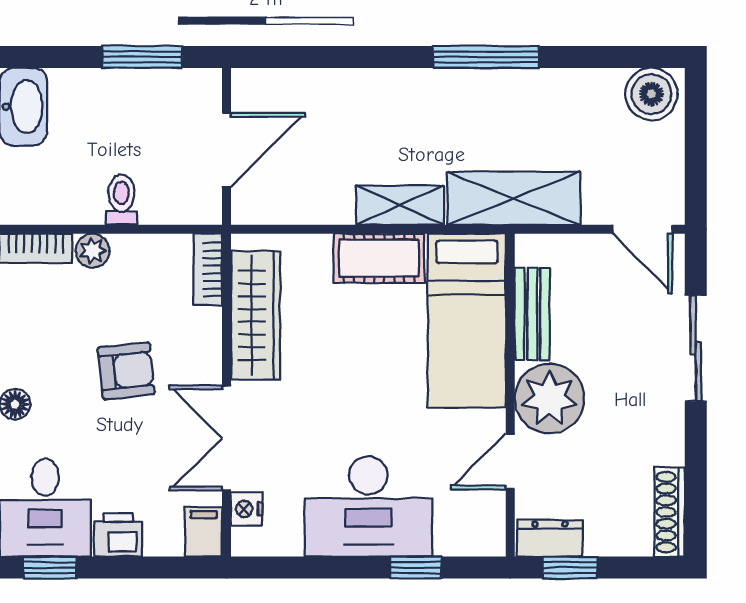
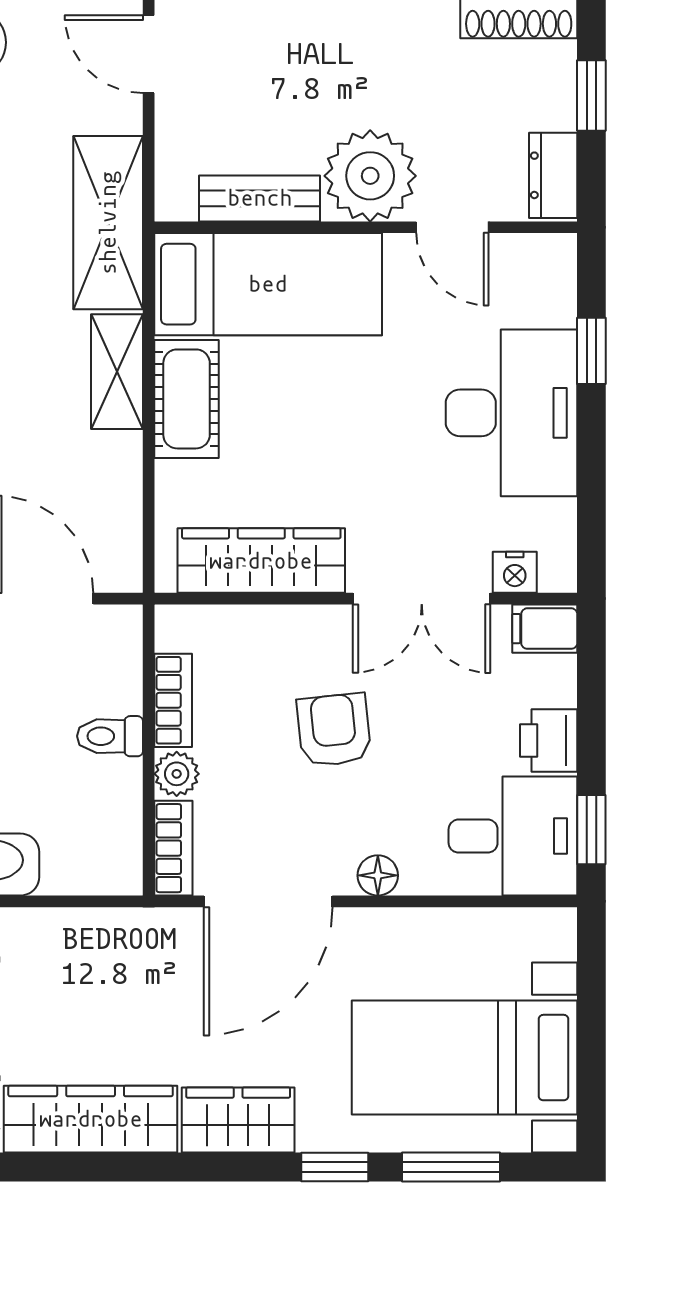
door: (643, 229) -> (149, 54), swing flipped
bookcase: (208, 269) -> (173, 700), moved, turned -90
window: (570, 568) -> (591, 95), moved

